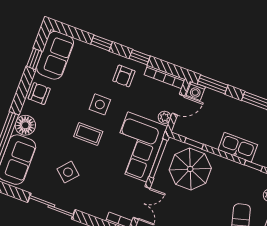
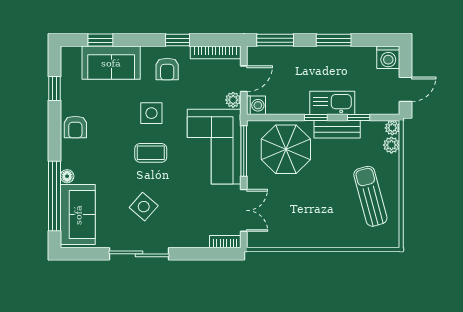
window: (101, 43) -> (100, 40), moved
sofa: (55, 55) -> (111, 63), moved, turned 90
washing machine: (196, 91) -> (256, 105), moved, turned -90
armchair: (39, 94) -> (75, 127), turned 180
floor lamp: (25, 125) -> (67, 176), width x0.53, depth x0.53
window: (194, 143) -> (316, 118), moved
bench: (234, 168) -> (337, 129), added

